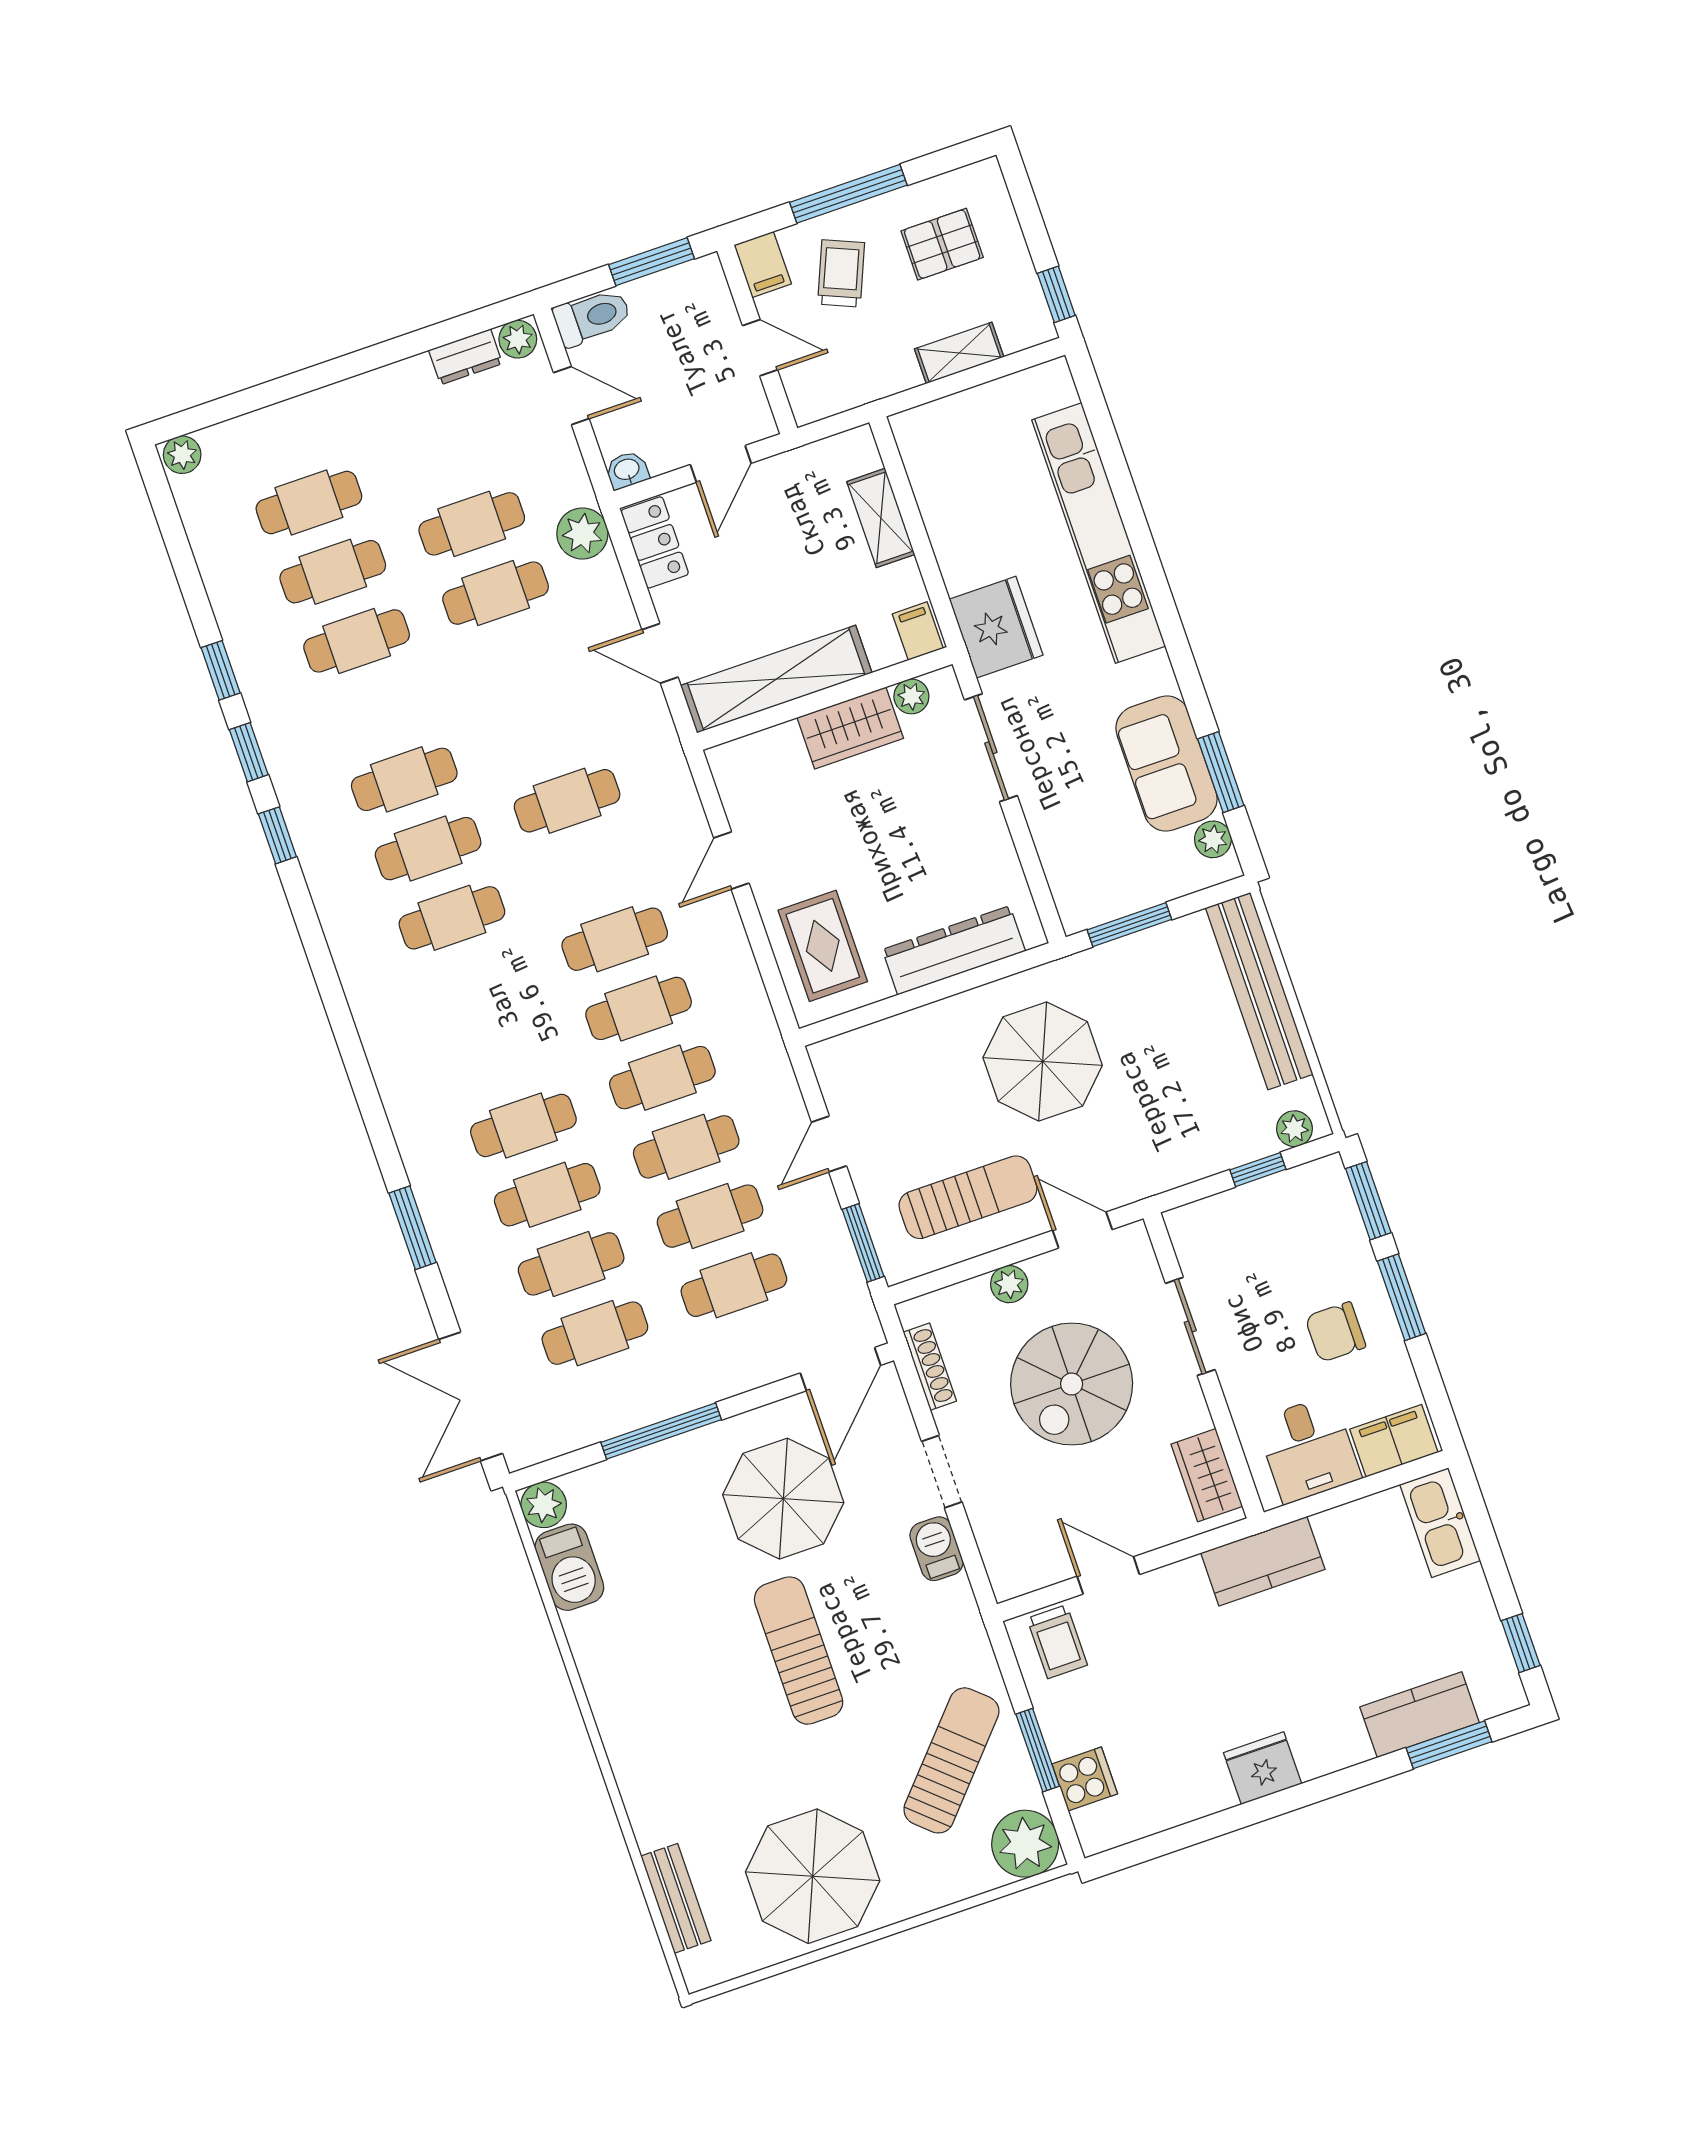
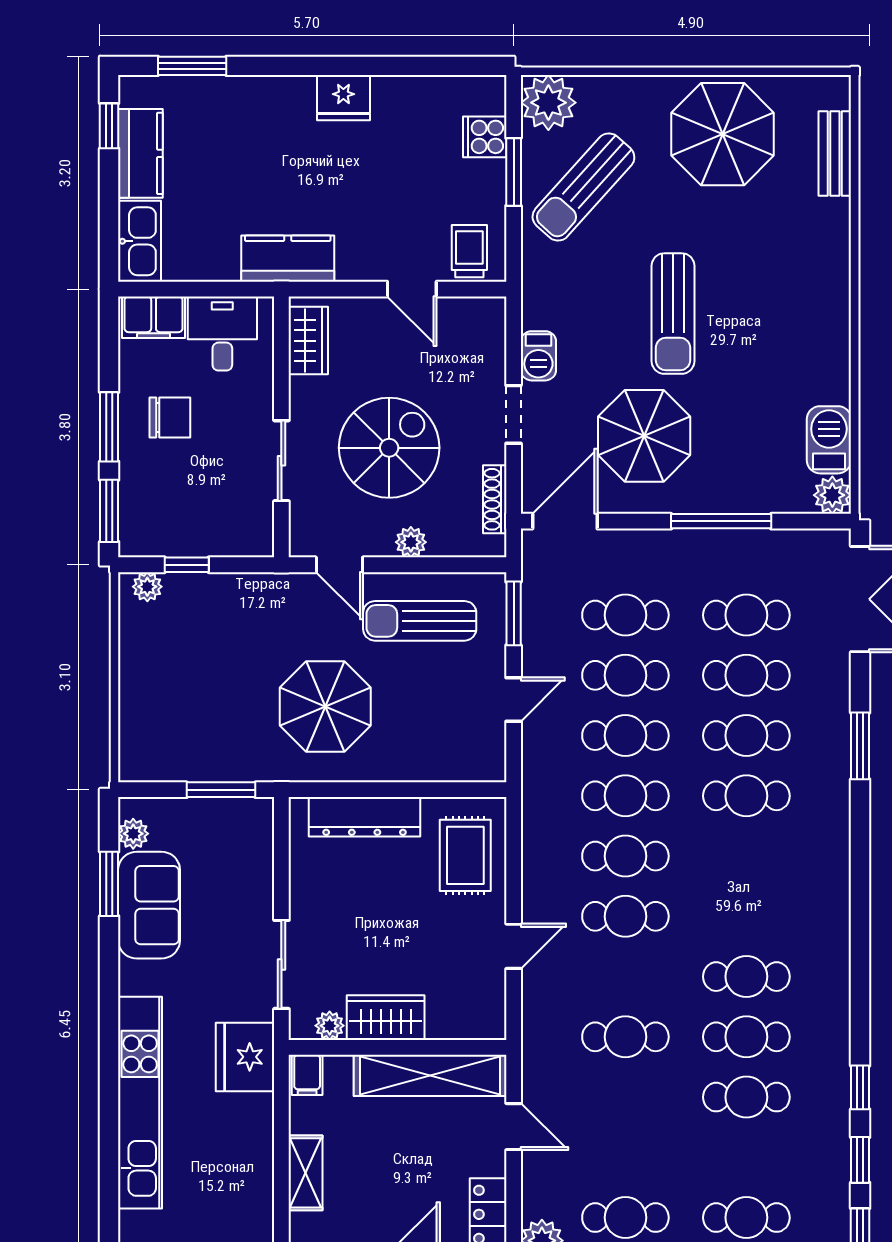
bench: (1259, 991) -> (138, 703), removed
kitchen counter: (1420, 1715) -> (140, 153), moved, turned -90

